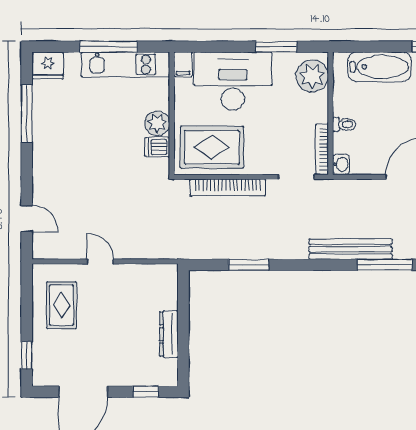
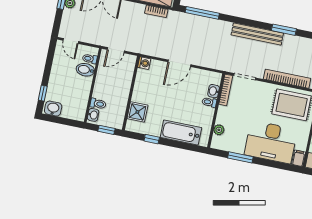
plant: (312, 76) -> (219, 130), width x0.53, depth x0.53
washbasin: (341, 164) -> (214, 91), moved
bench: (350, 249) -> (257, 34), moved

